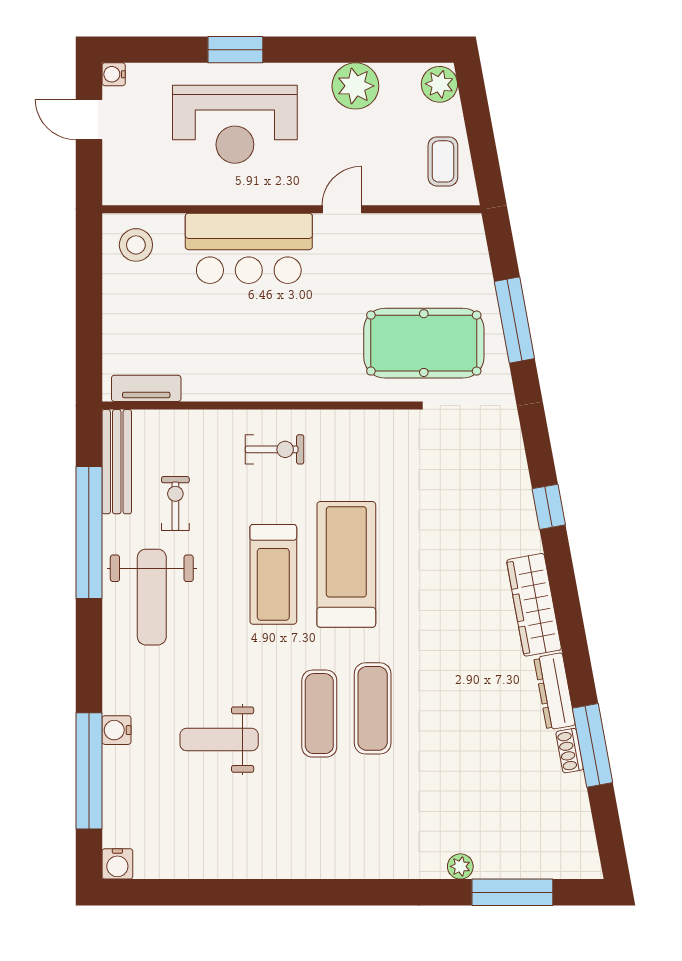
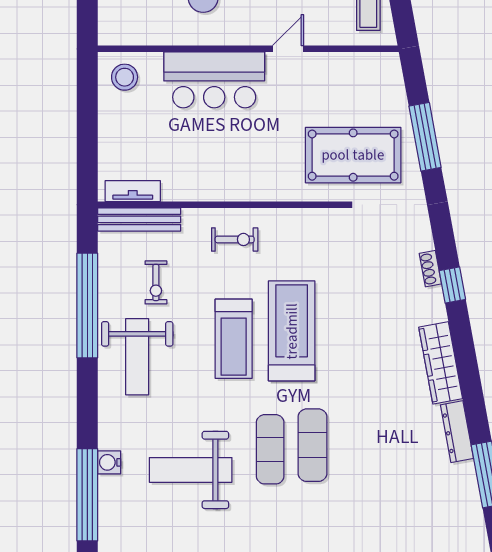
bench: (117, 462) -> (139, 219), moved, turned 90
exercise bike: (175, 504) -> (156, 282), turned 180
weight bench: (219, 740) -> (191, 470), width x1.36, depth x1.33
shoe rack: (570, 751) -> (430, 269), moved

